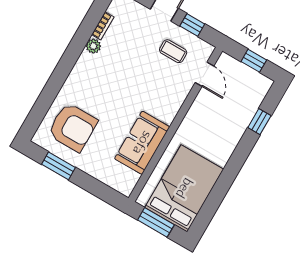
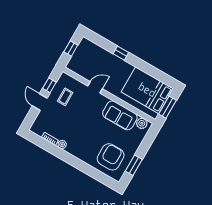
door: (204, 74) -> (95, 87), moved
window: (259, 122) -> (121, 53), moved
plant: (129, 179) -> (142, 123), added

